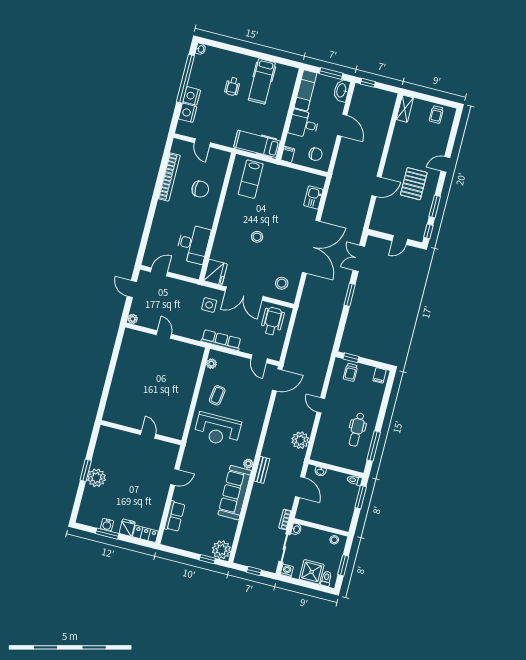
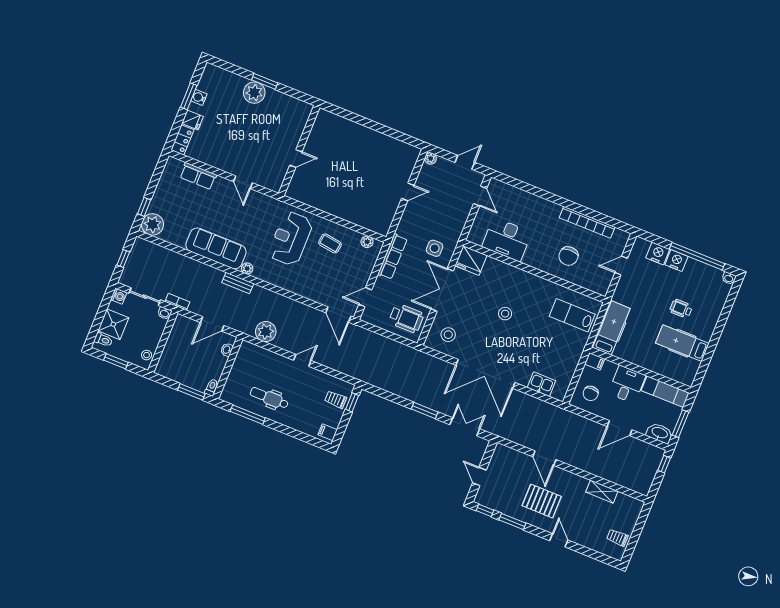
shelving: (405, 109) -> (602, 492), moved

